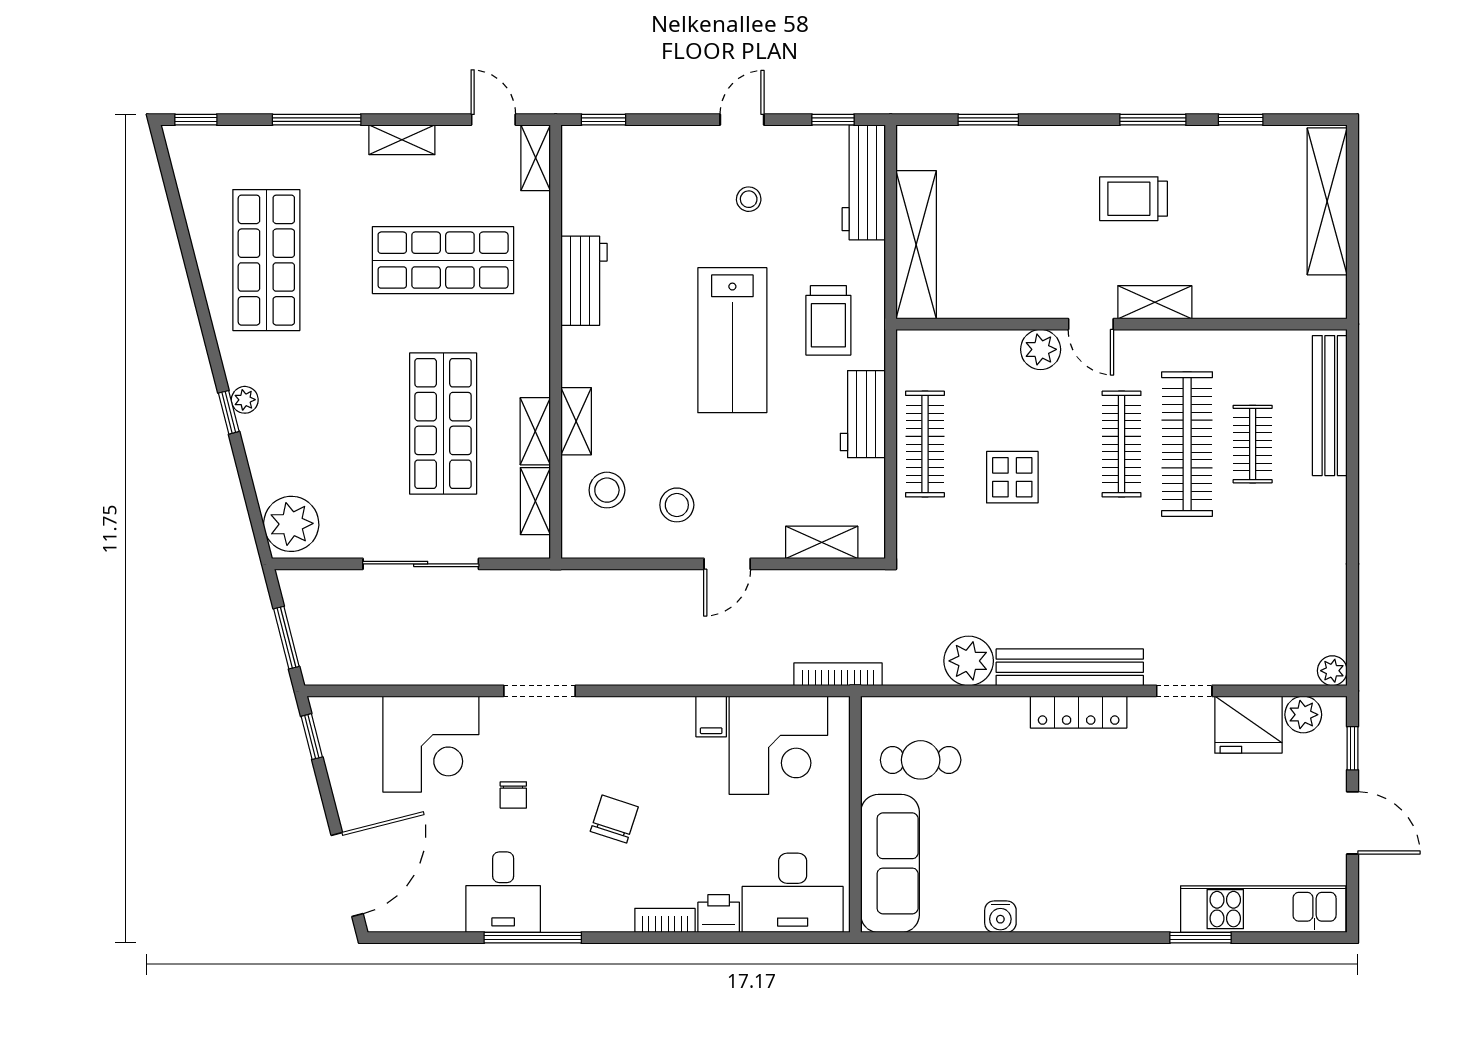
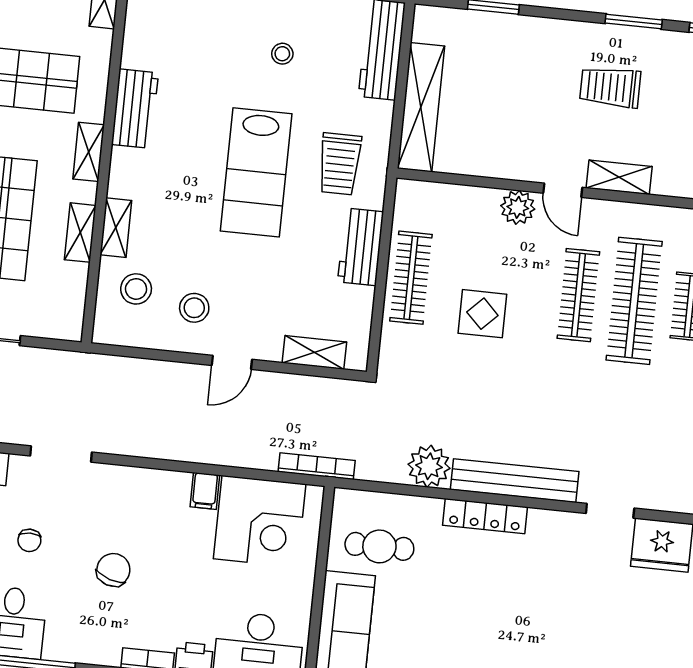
shelving: (535, 501) -> (89, 152), moved
locker: (1079, 712) -> (485, 516), moved

